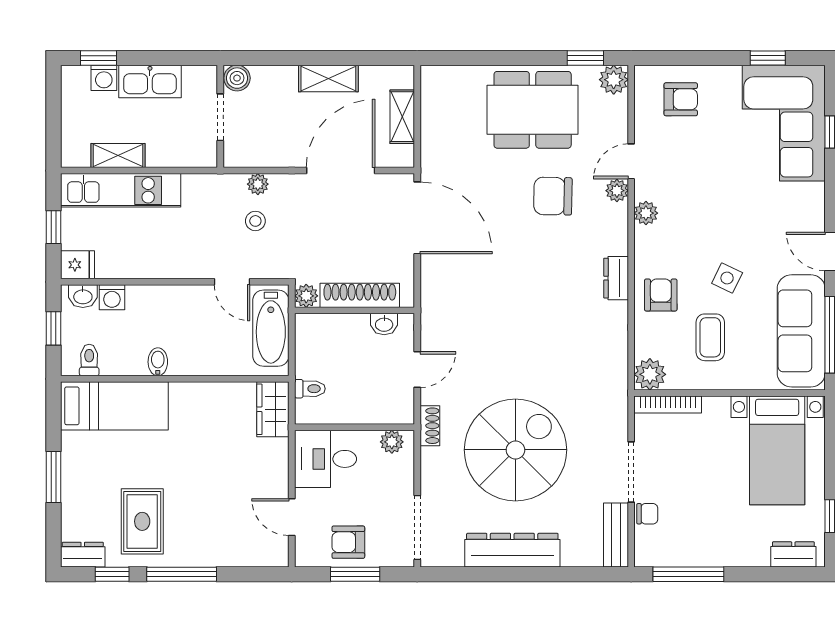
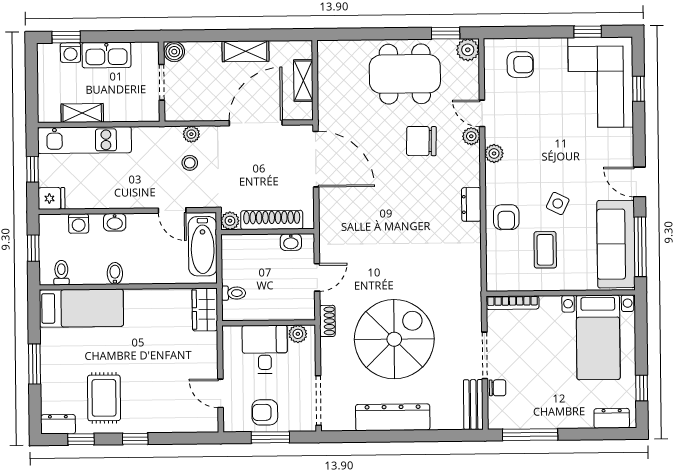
door: (631, 161) -> (482, 113), hinge flipped
armchair: (661, 295) -> (506, 217), turned 180
washbasin: (83, 296) -> (115, 222), moved
plant: (650, 374) -> (498, 279), removed
desk: (326, 459) -> (265, 349), moved, turned 90
window: (182, 574) -> (135, 439), width x0.46

